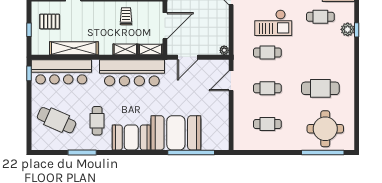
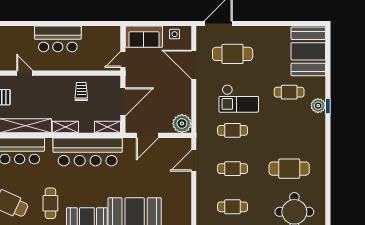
shelving: (125, 49) -> (65, 127), moved
plant: (224, 50) -> (182, 124), width x1.88, depth x1.88

